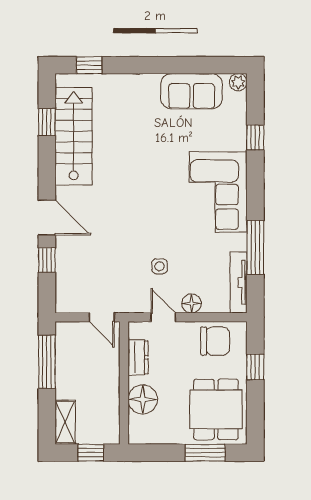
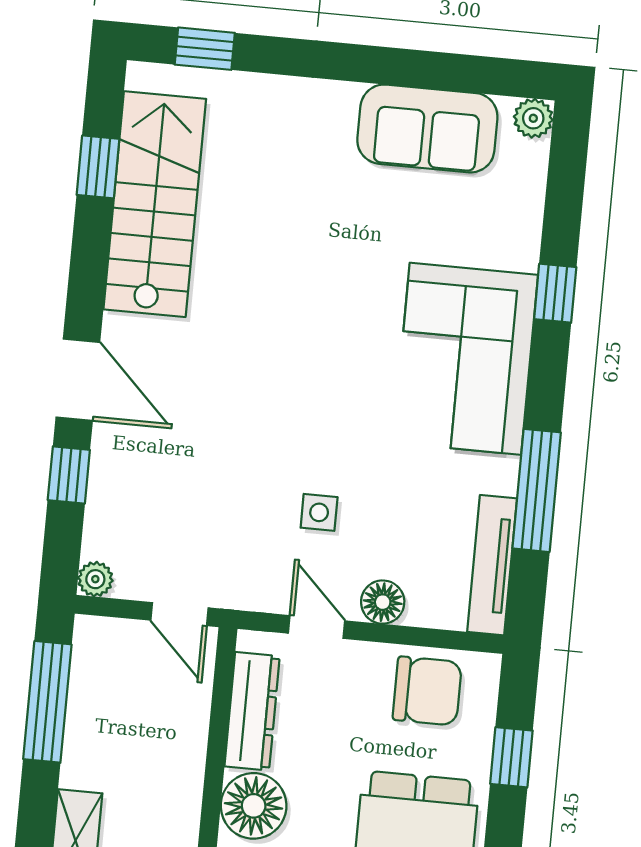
window: (255, 138) -> (555, 293), moved
plant: (63, 305) -> (95, 579), added
dresser: (138, 357) -> (252, 711), width x1.44

